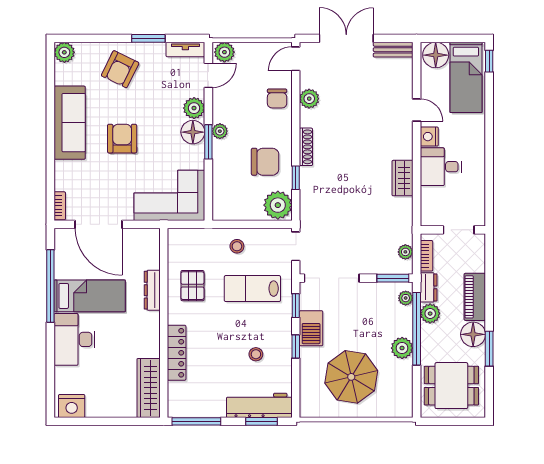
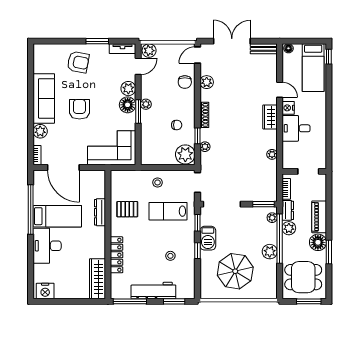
plant: (64, 52) -> (40, 131), moved
floor lamp: (436, 55) -> (288, 48), width x0.53, depth x0.53
armchair: (120, 69) -> (78, 62), turned -105
chair: (265, 162) -> (177, 125), width x0.54, depth x0.54
wardrobe: (403, 178) -> (270, 117), moved
plant: (307, 194) -> (205, 147), added
plant: (405, 252) -> (272, 154), moved
pallet: (192, 286) -> (127, 209), turned 90
workbench: (259, 405) -> (153, 291), moved
window: (460, 421) -> (309, 301), added

